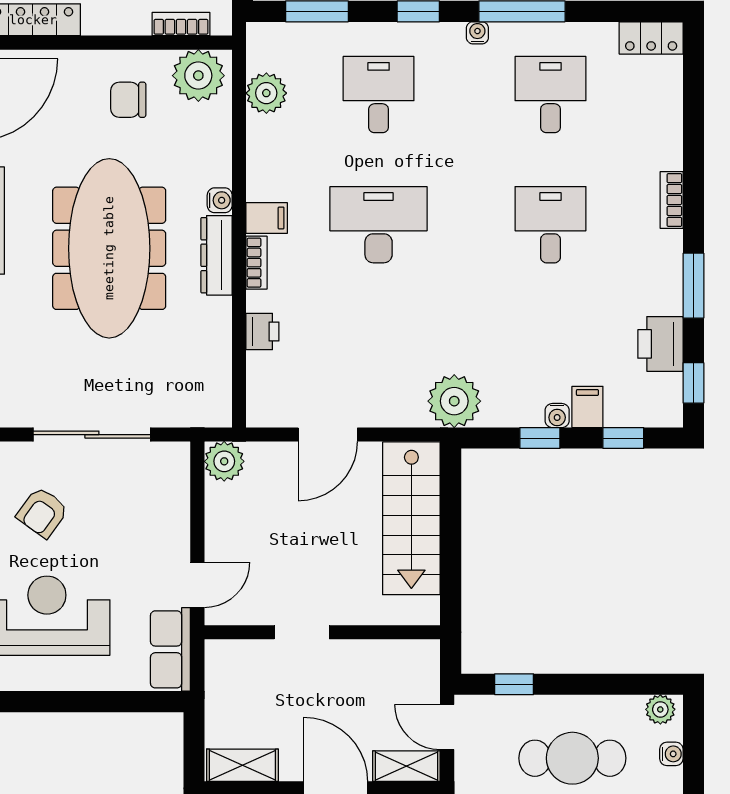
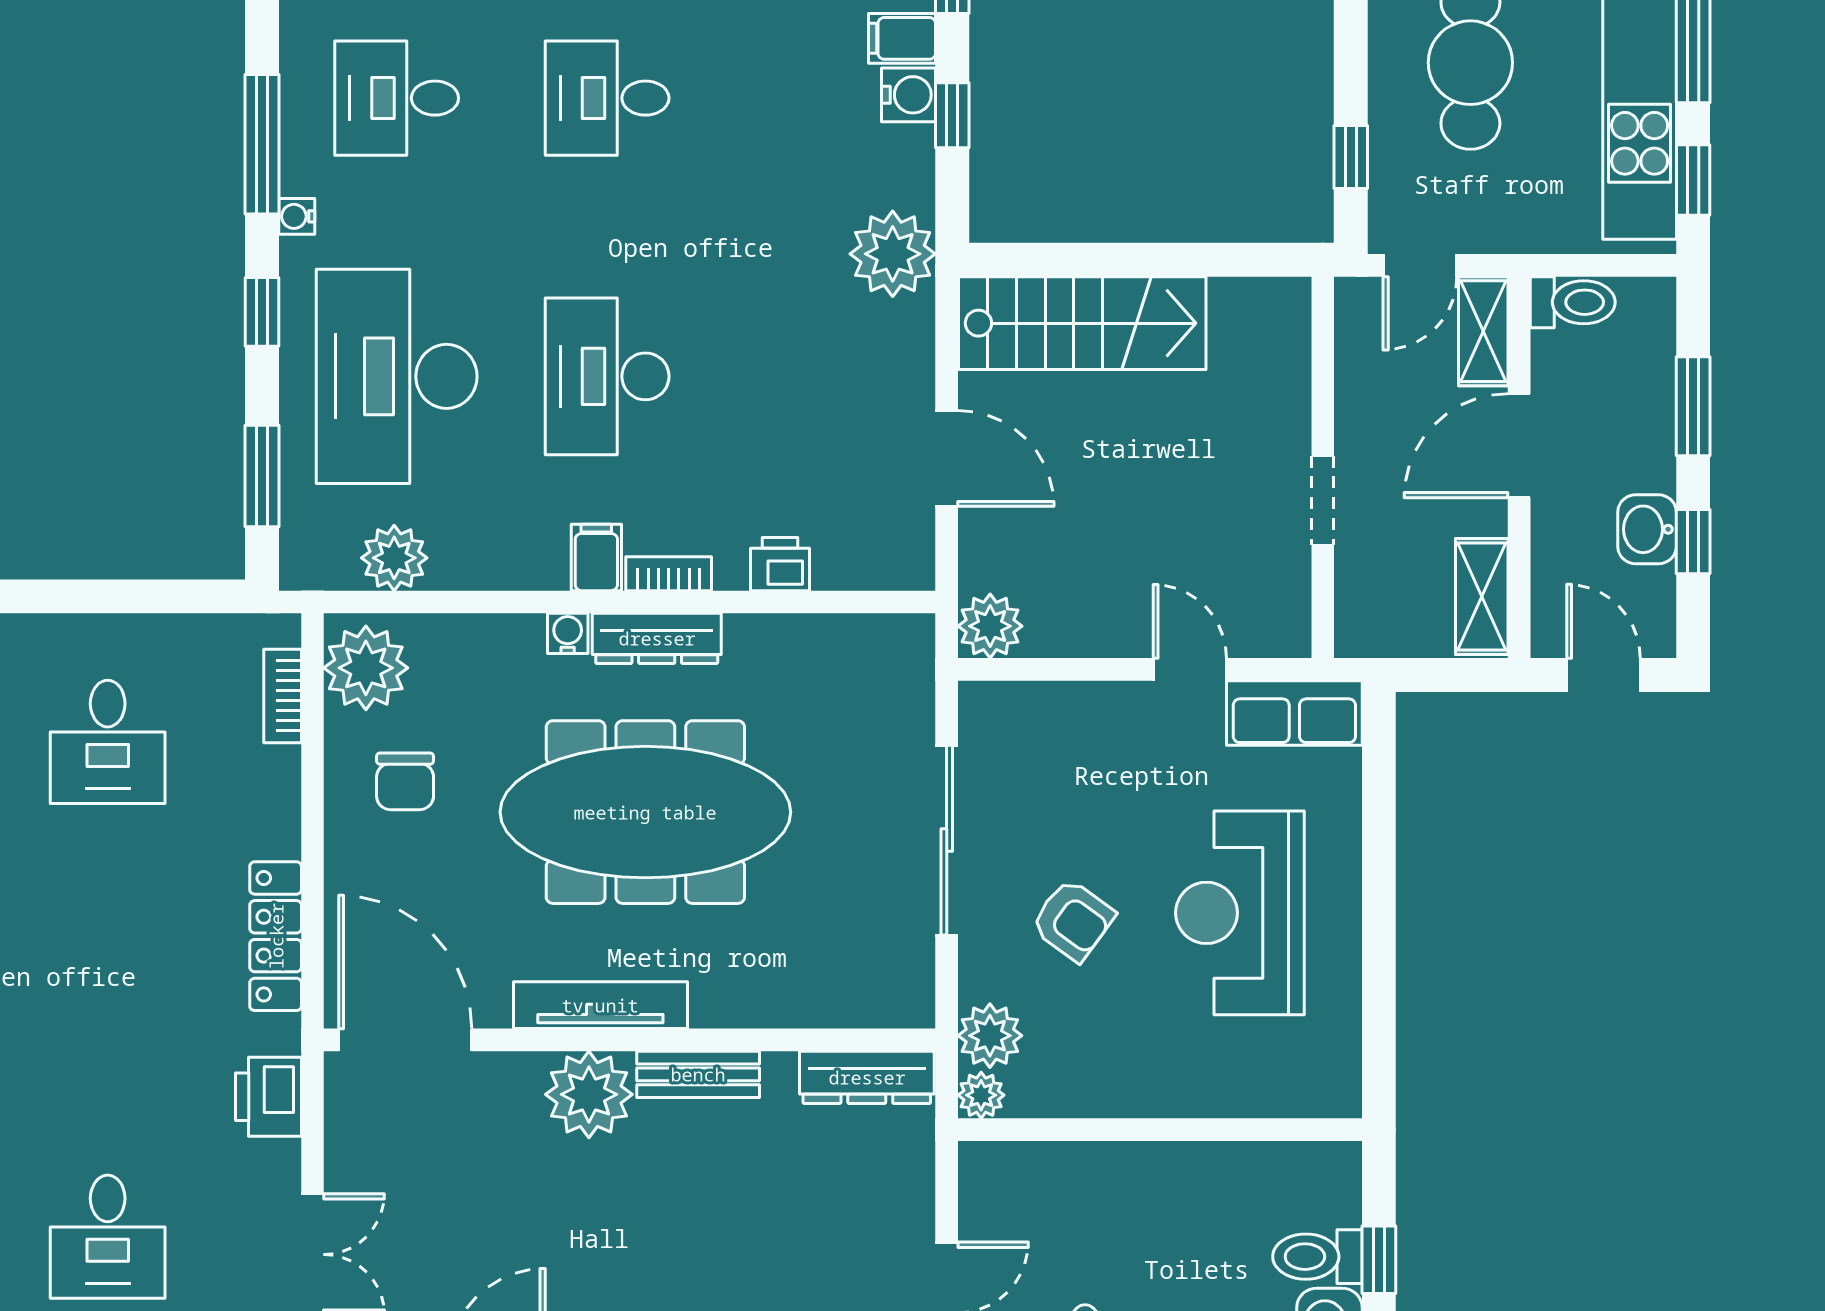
desk: (379, 95) -> (397, 376), width x1.87, depth x1.30
water cooler: (557, 416) -> (909, 95), width x1.38, depth x1.38
doorway: (302, 632) -> (1323, 500), moved
wall: (322, 632) -> (1323, 467), moved

